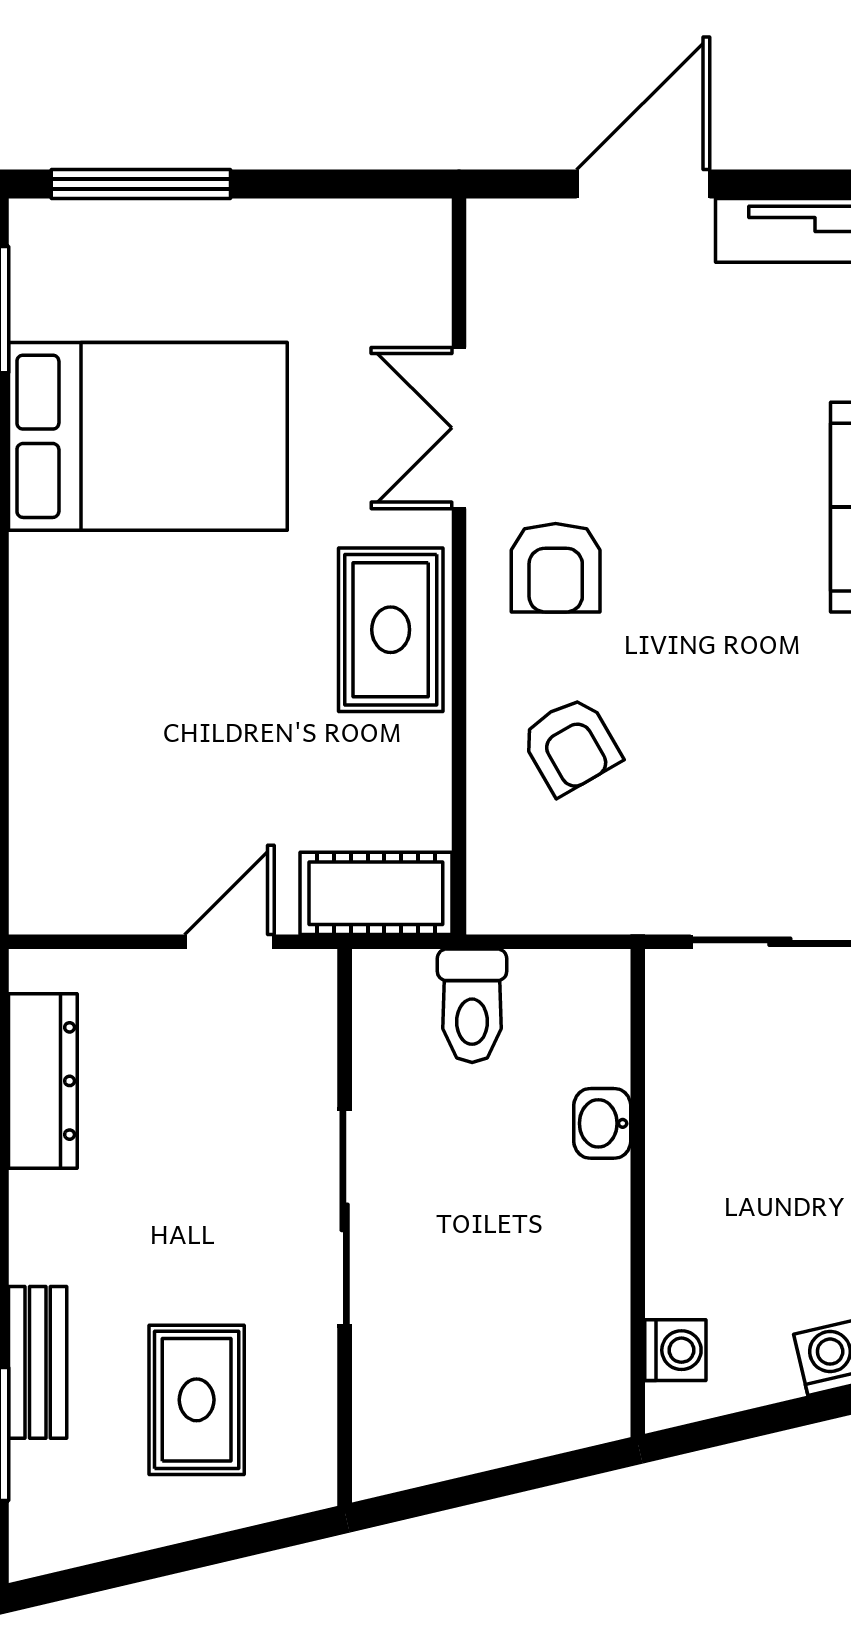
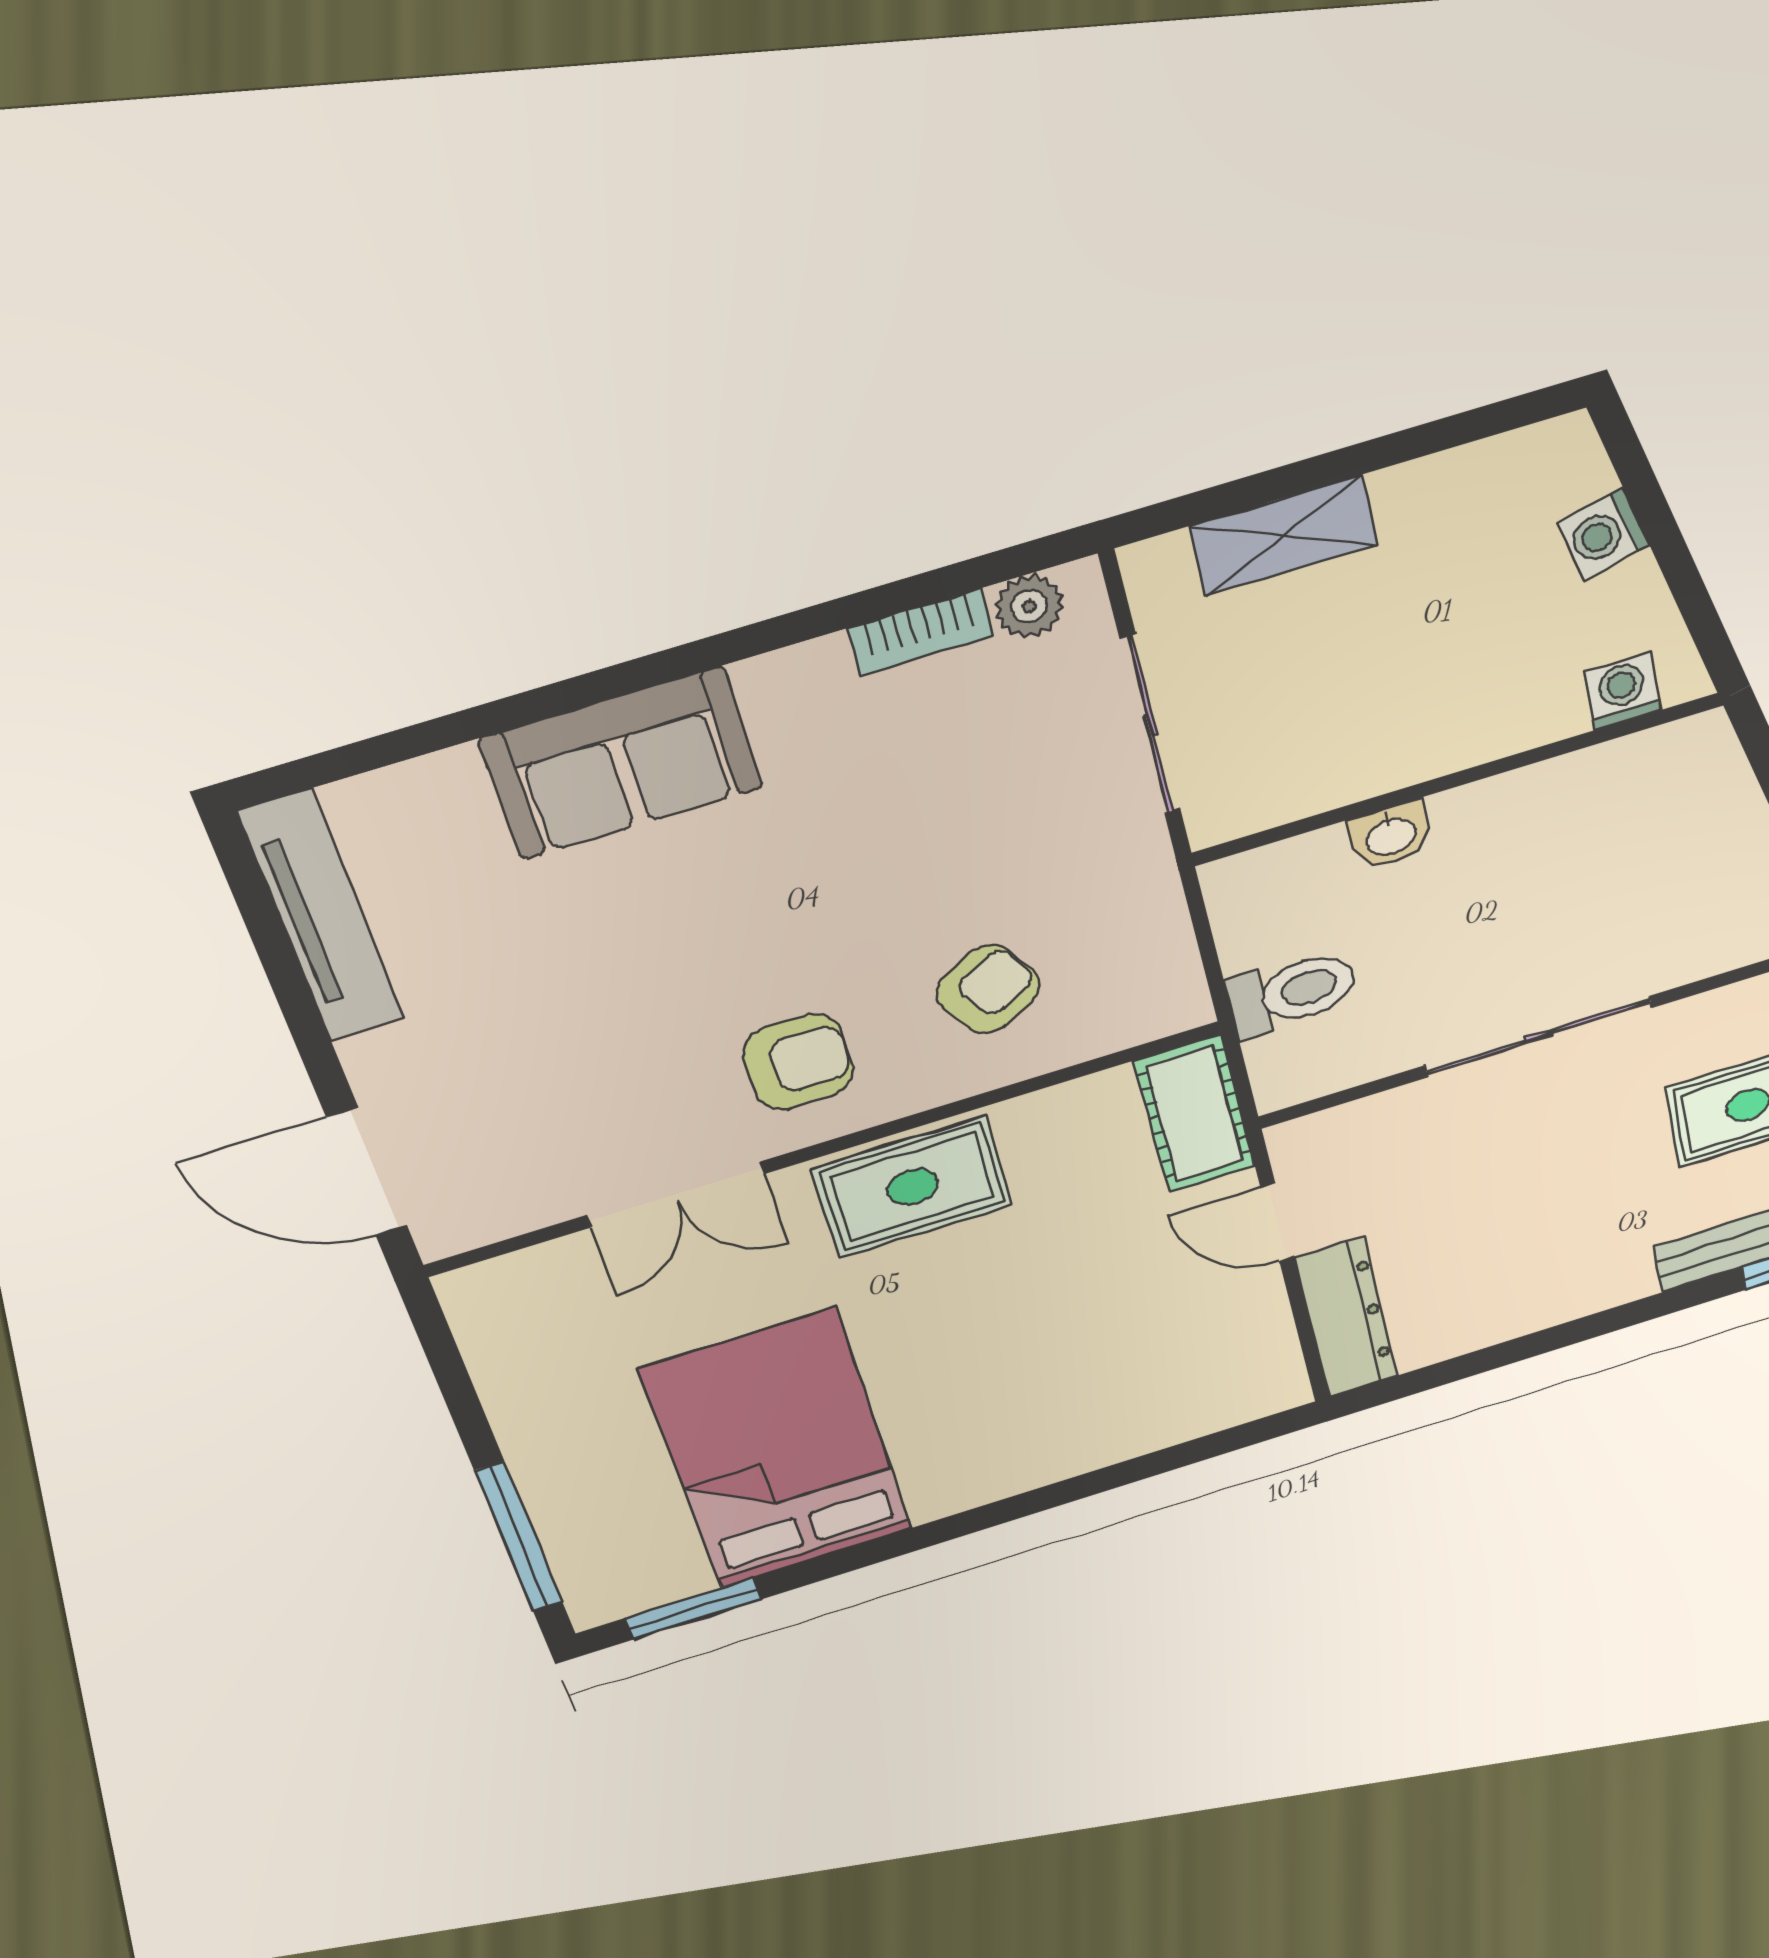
door: (643, 184) -> (367, 1172), moved
dresser: (43, 1081) -> (1346, 1317), moved, turned 90

